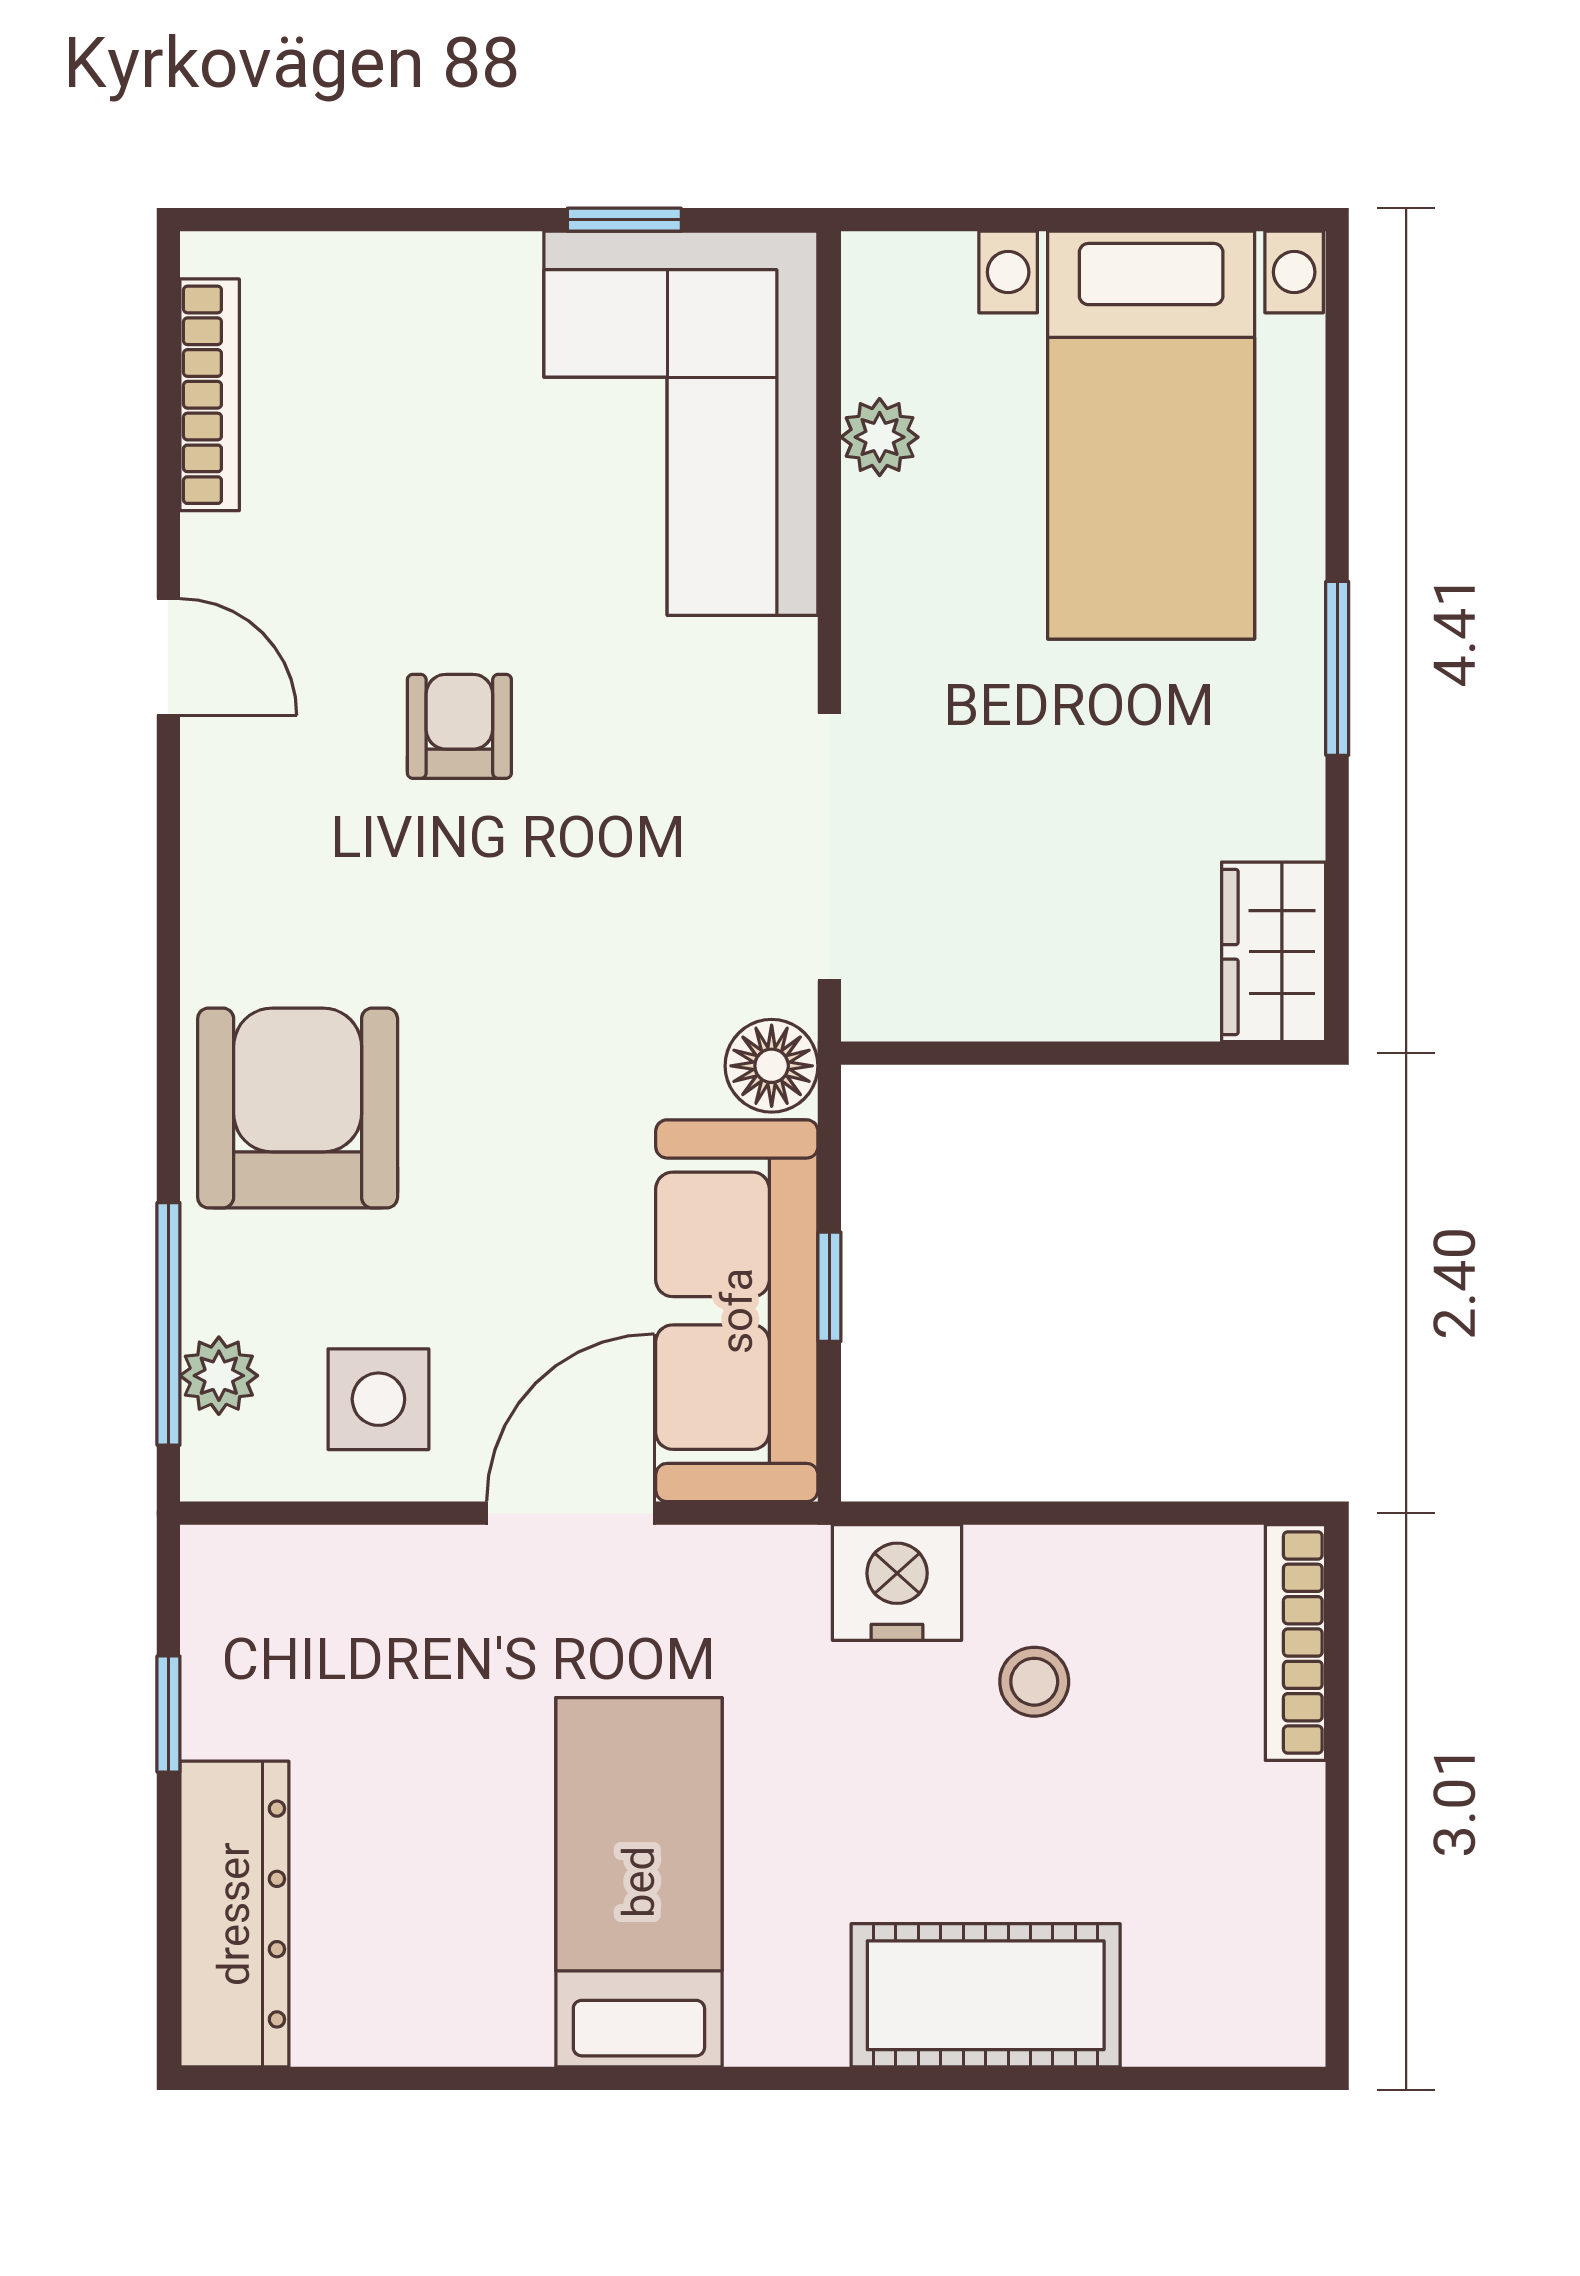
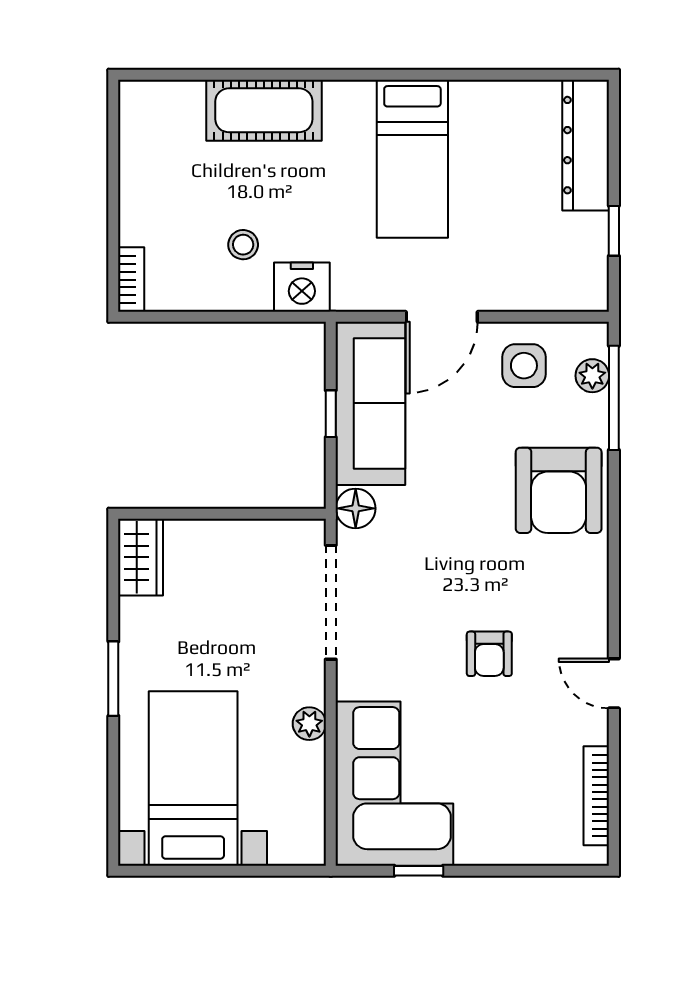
plant: (880, 437) -> (309, 724), moved
bookcase: (1296, 1643) -> (131, 280), width x0.64

